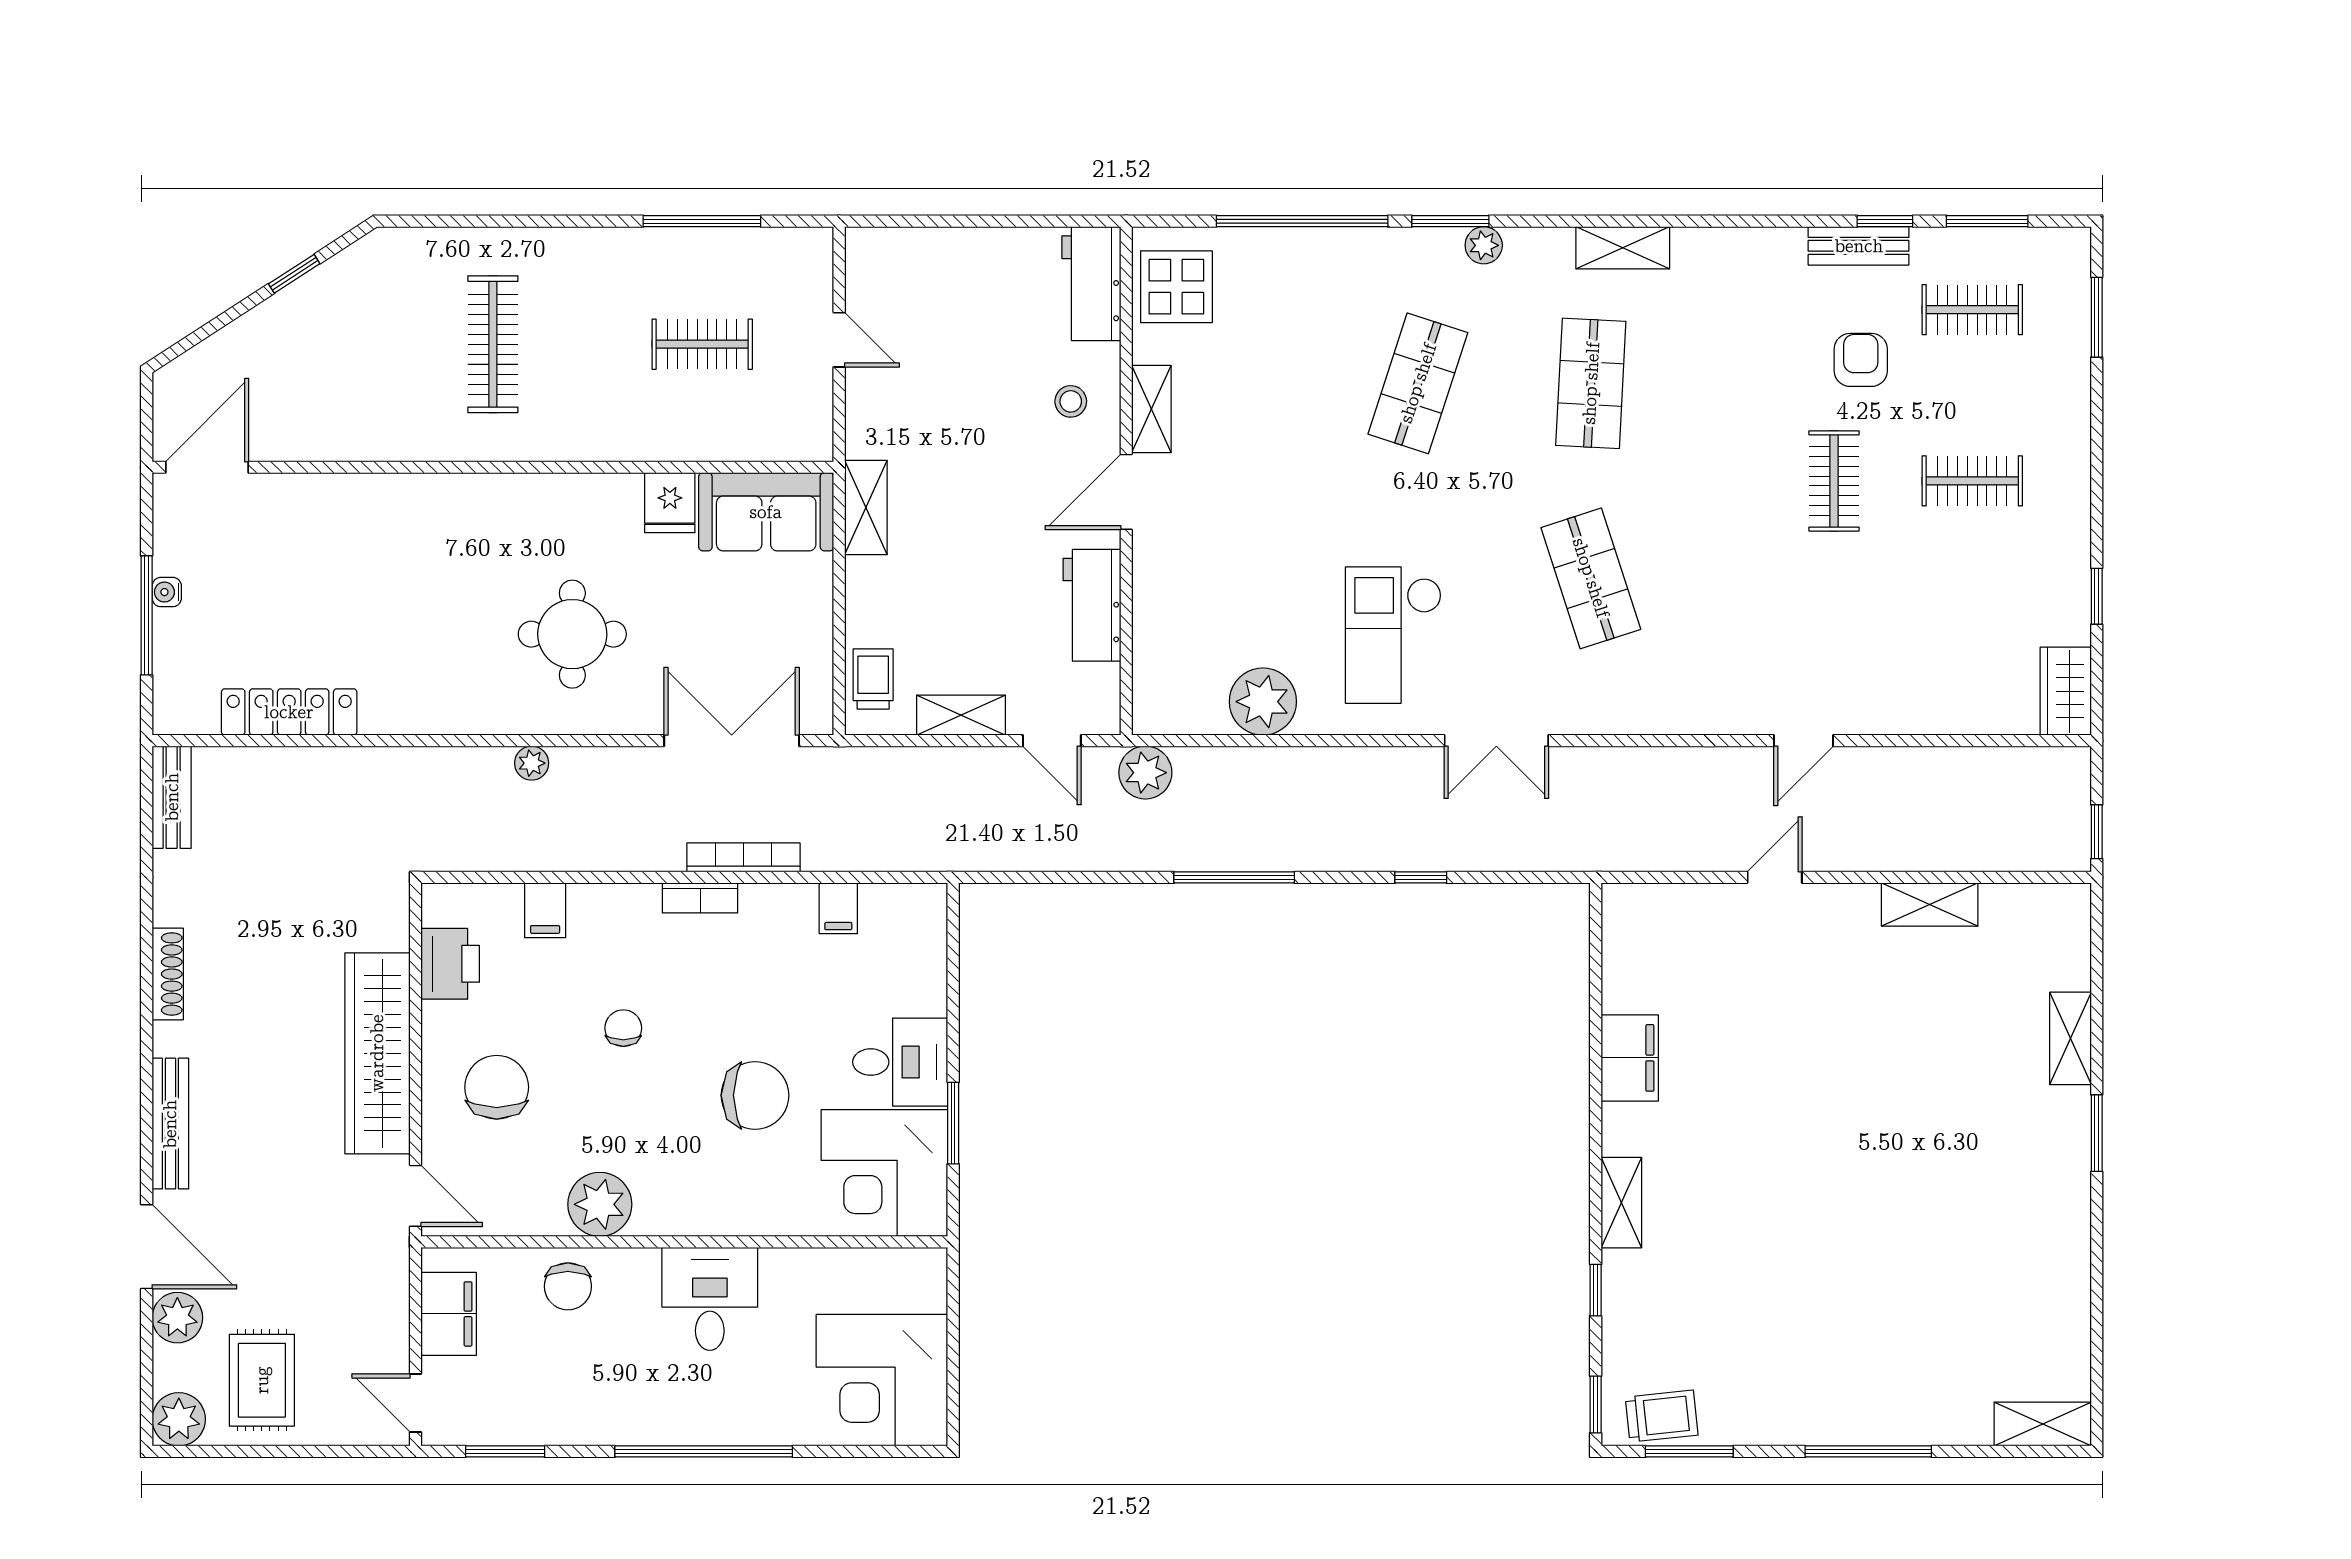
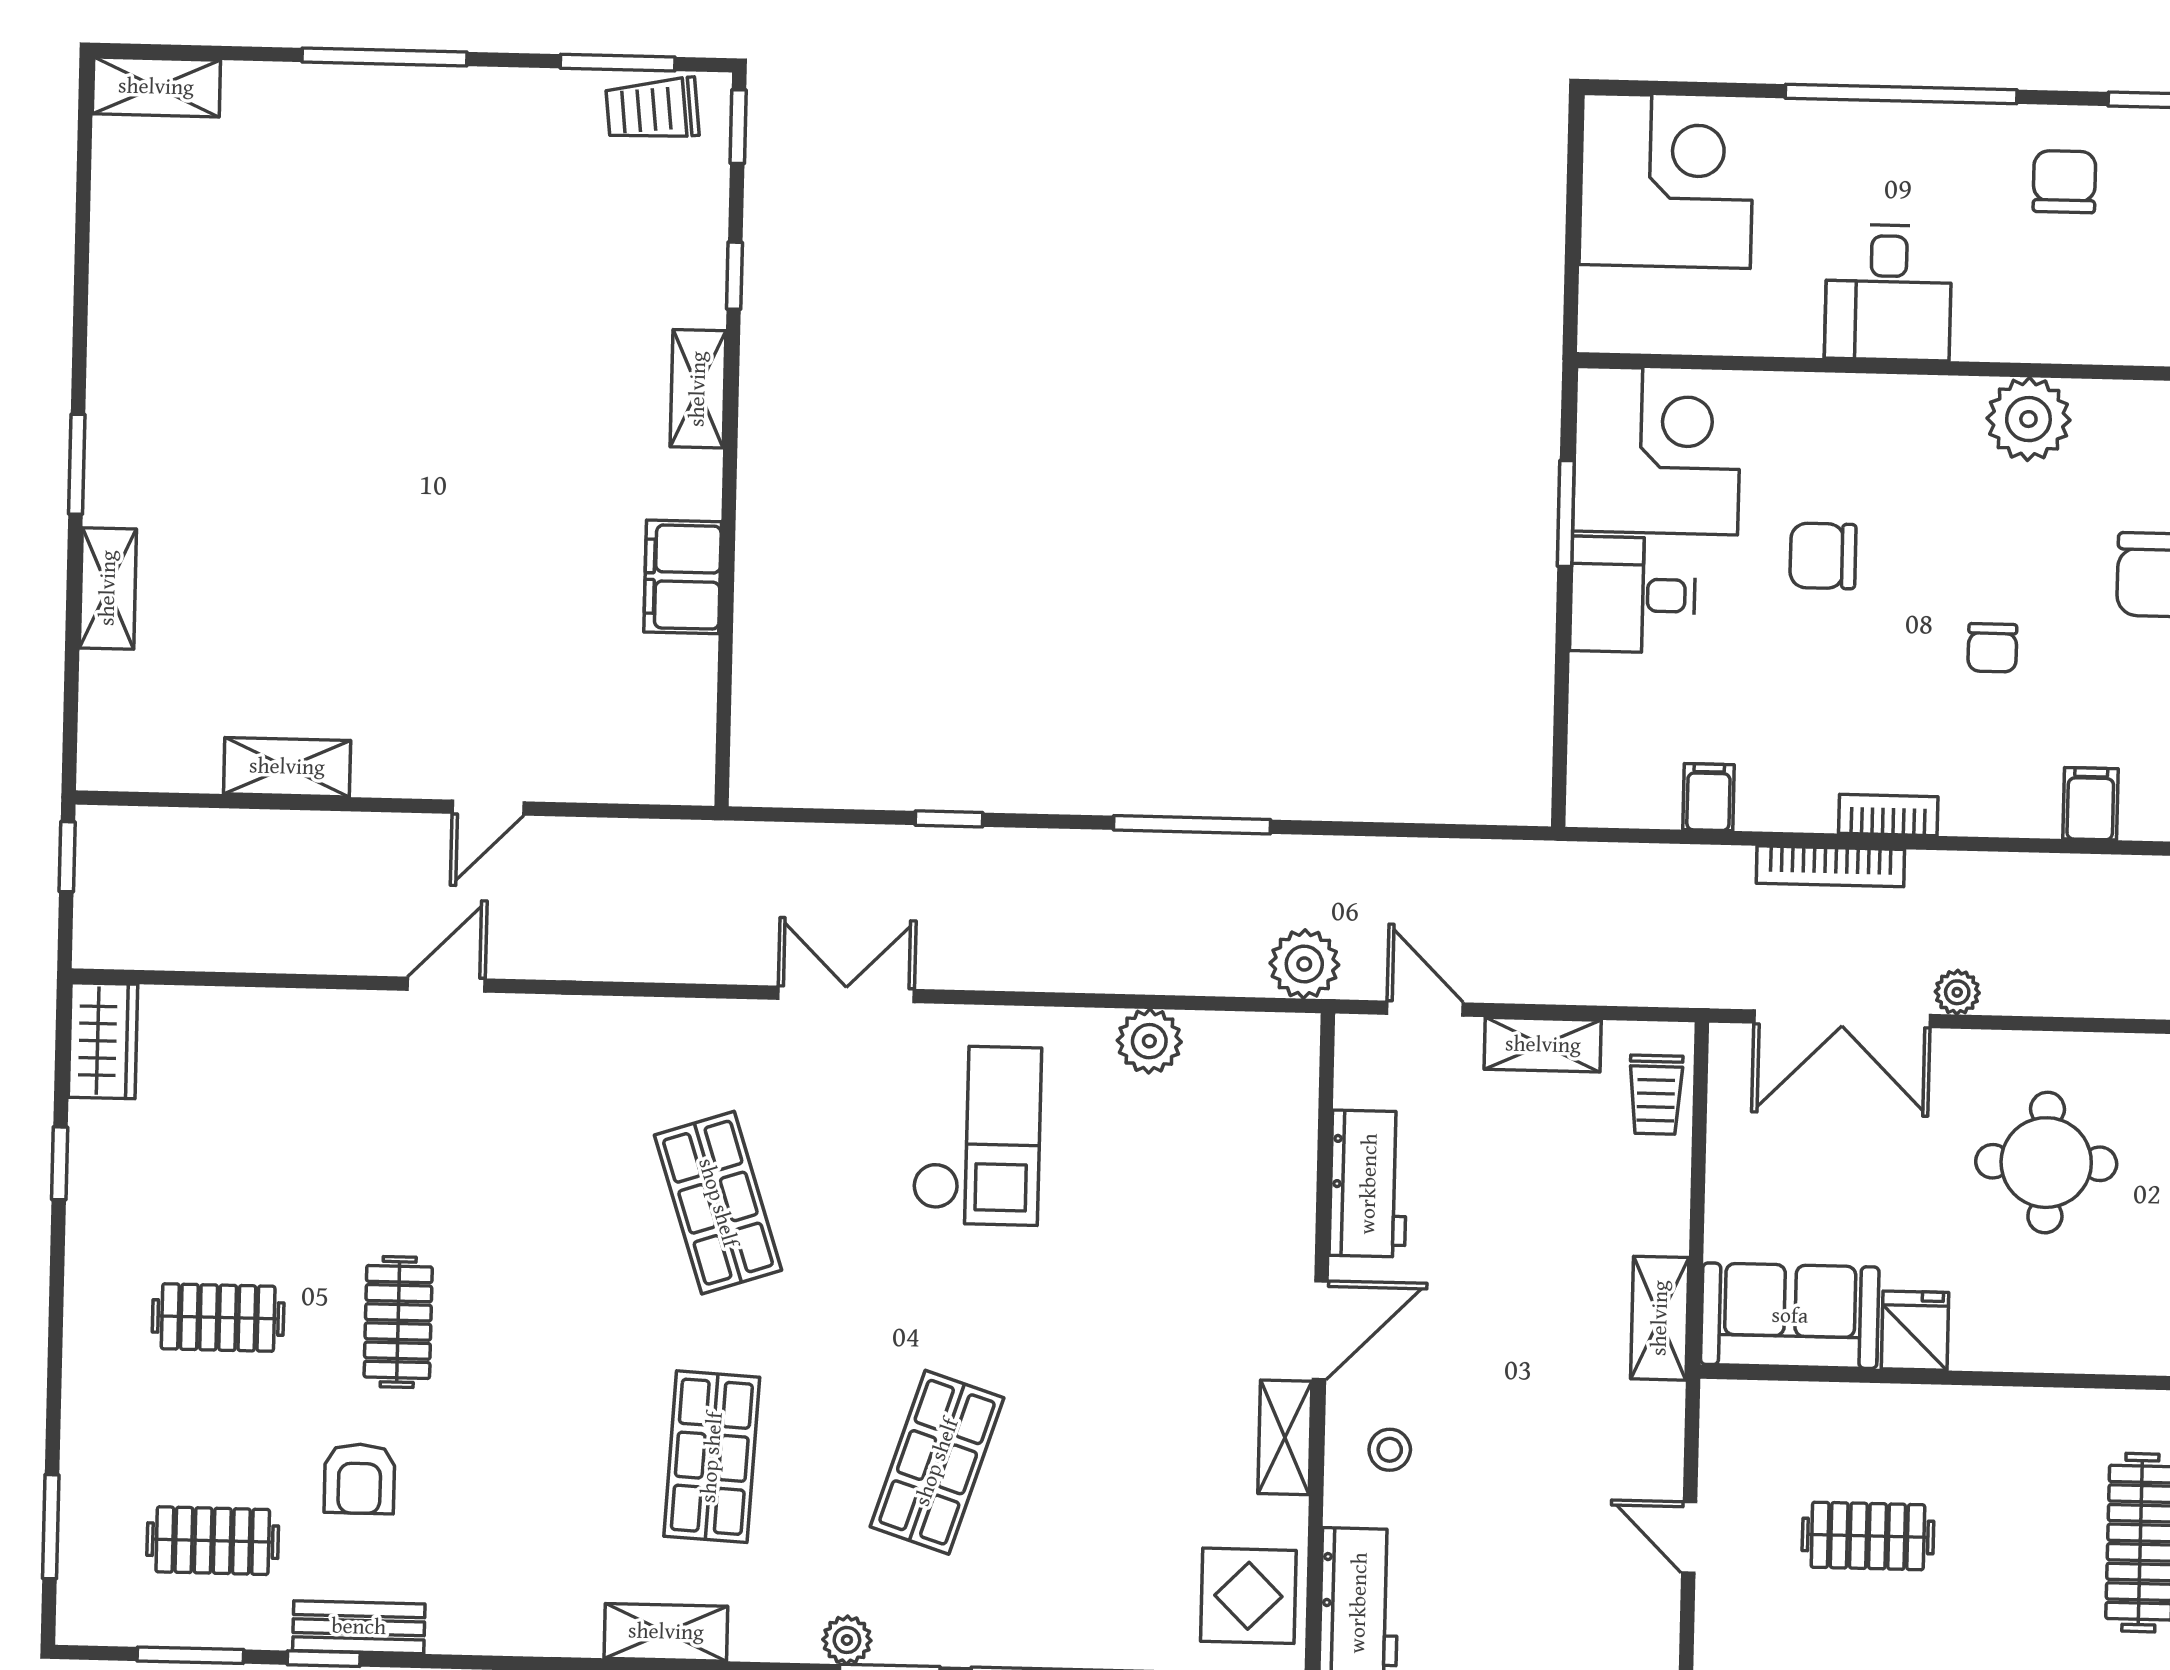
plant: (1263, 702) -> (1149, 1041), width x0.73, depth x0.73
plant: (532, 763) -> (1957, 992), moved
chair: (755, 1095) -> (1823, 556), width x0.73, depth x0.73
chair: (568, 1286) -> (2064, 182), moved

